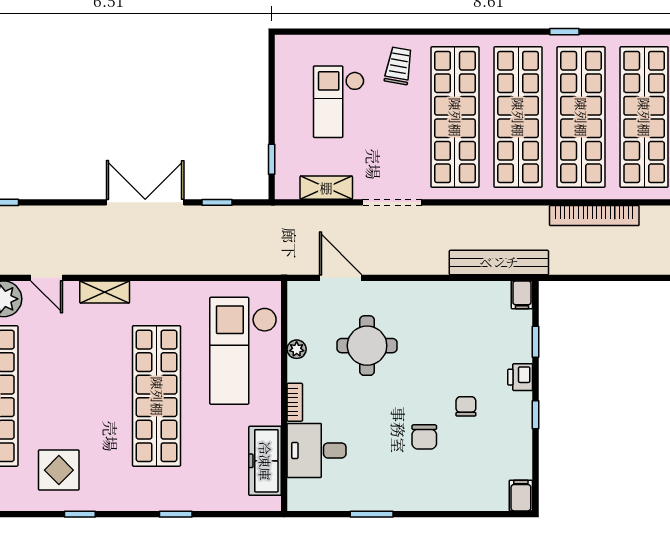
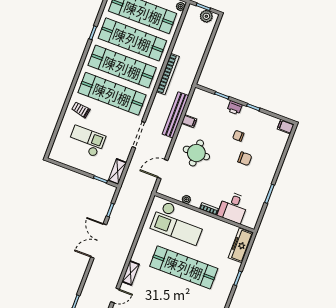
checkout: (339, 102) -> (87, 141), turned 180
shelving: (326, 188) -> (117, 172), moved
bookcase: (594, 216) -> (168, 74), moved
bench: (499, 262) -> (176, 115), moved
filing cabinet: (522, 295) -> (189, 121), moved
round table: (367, 346) -> (196, 153), moved
freezer: (265, 461) -> (241, 245), moved, turned 90

